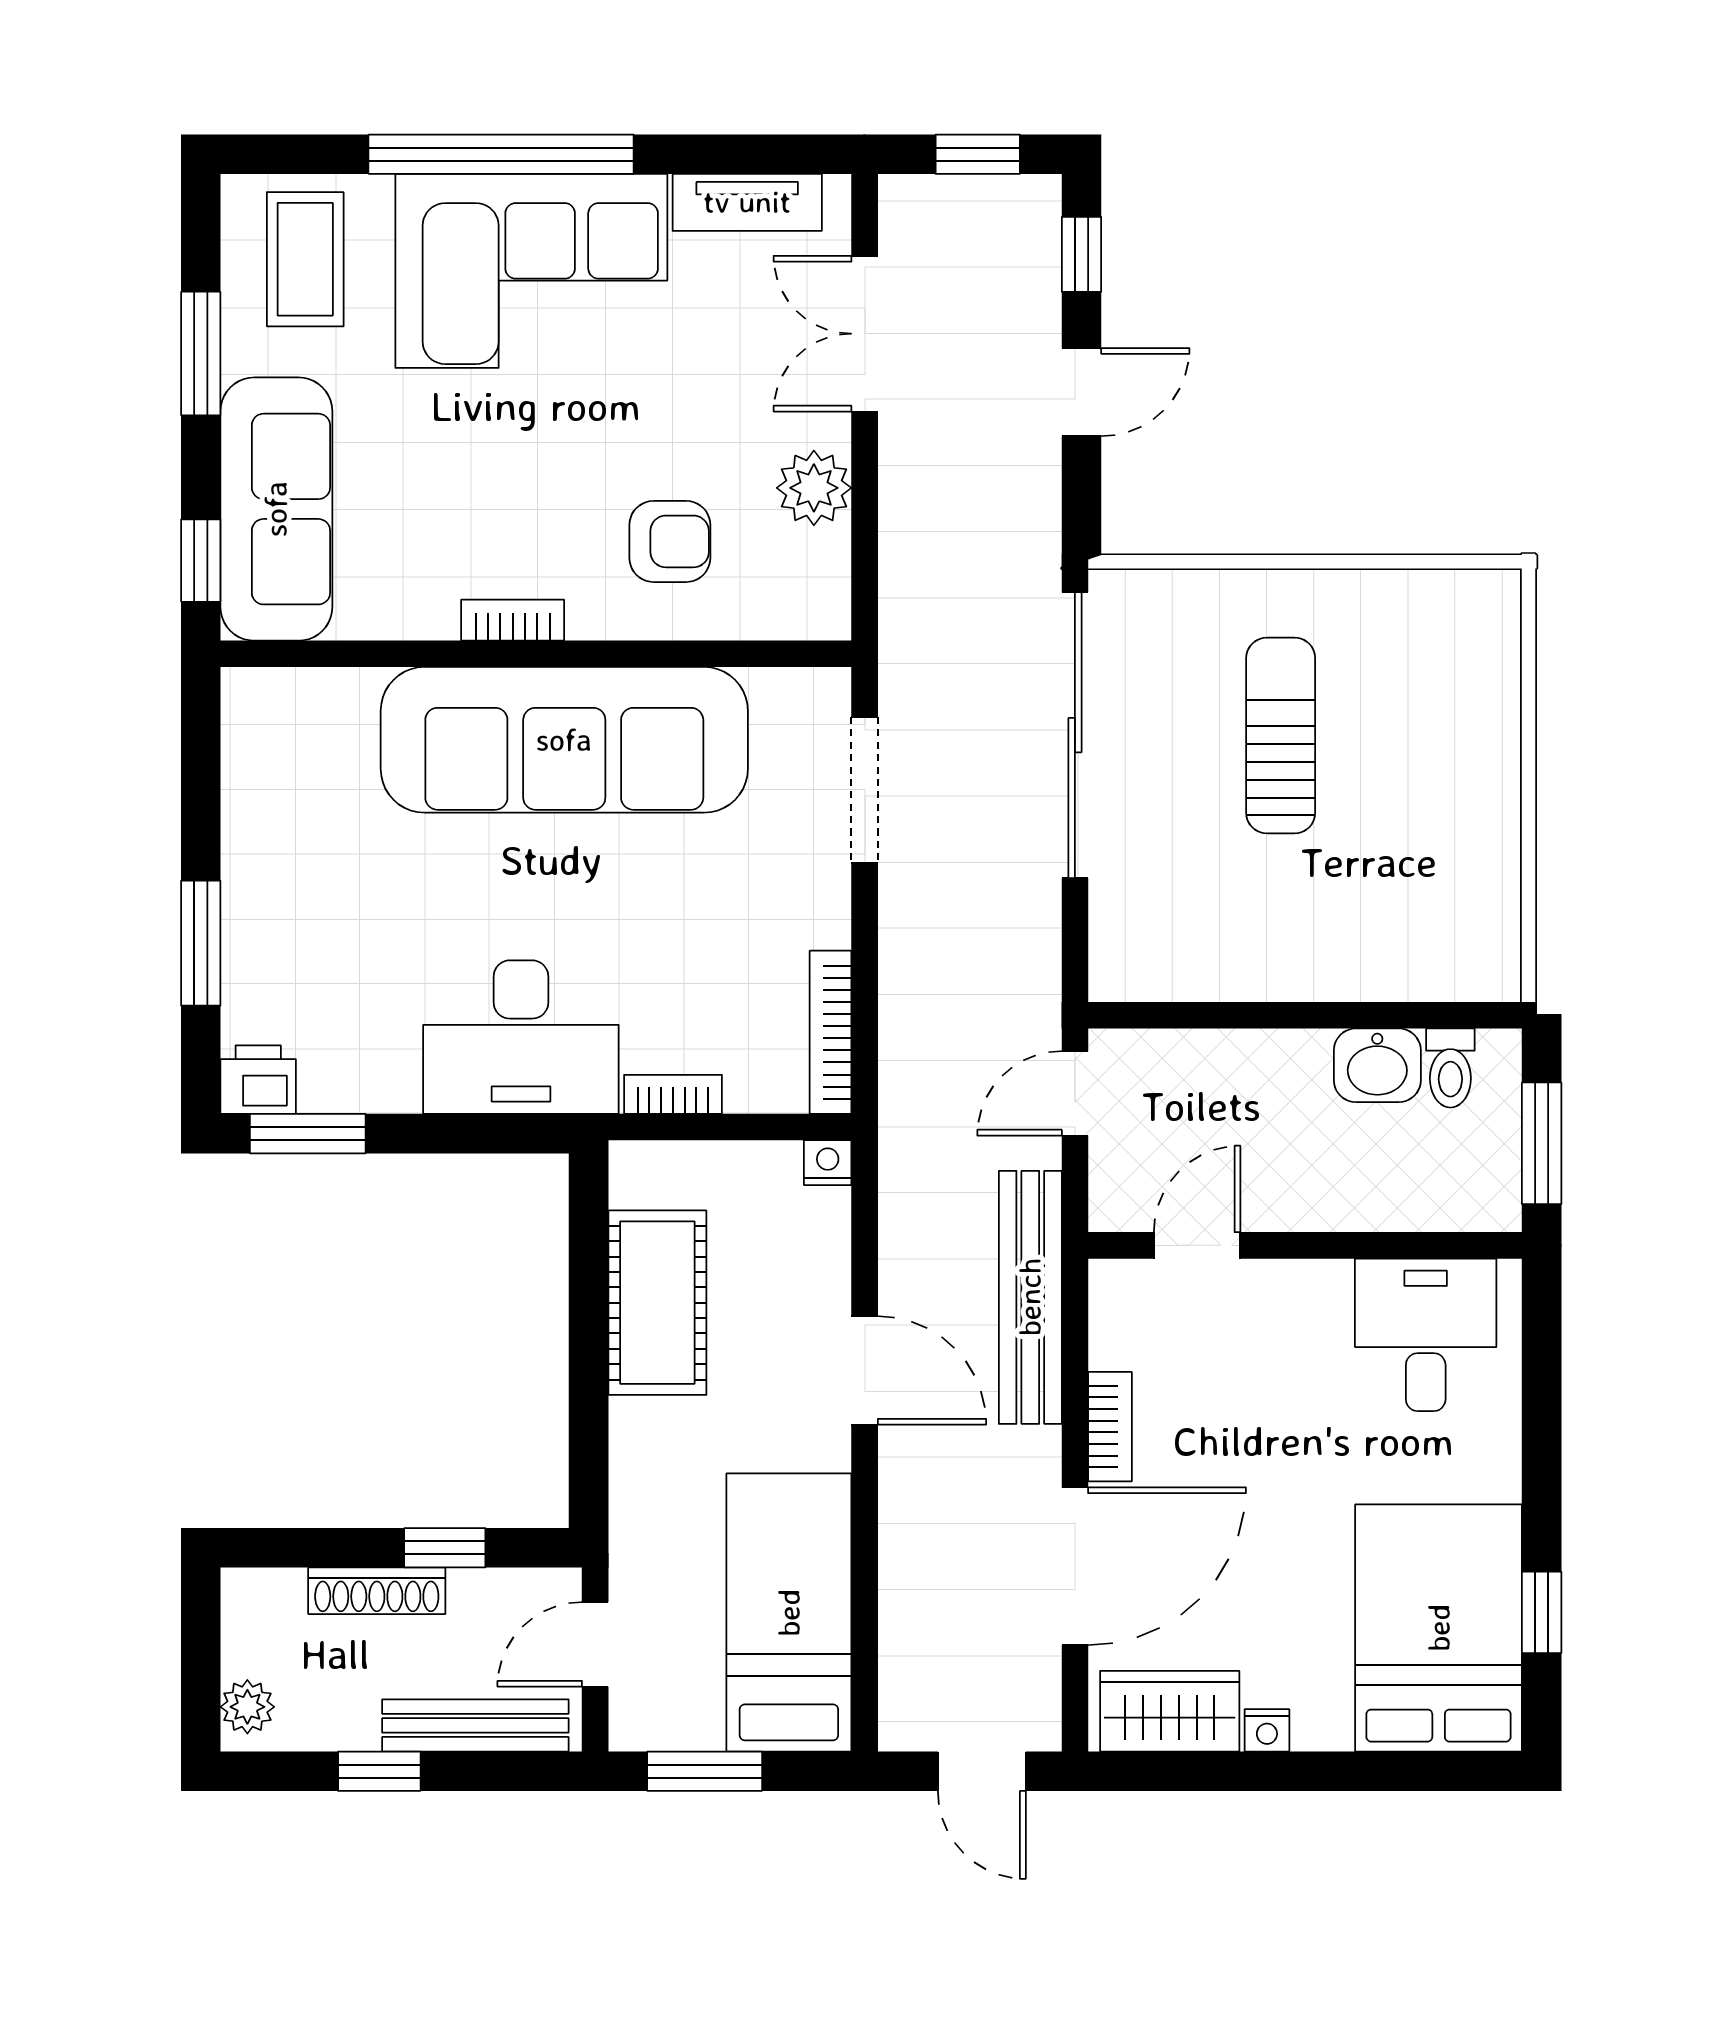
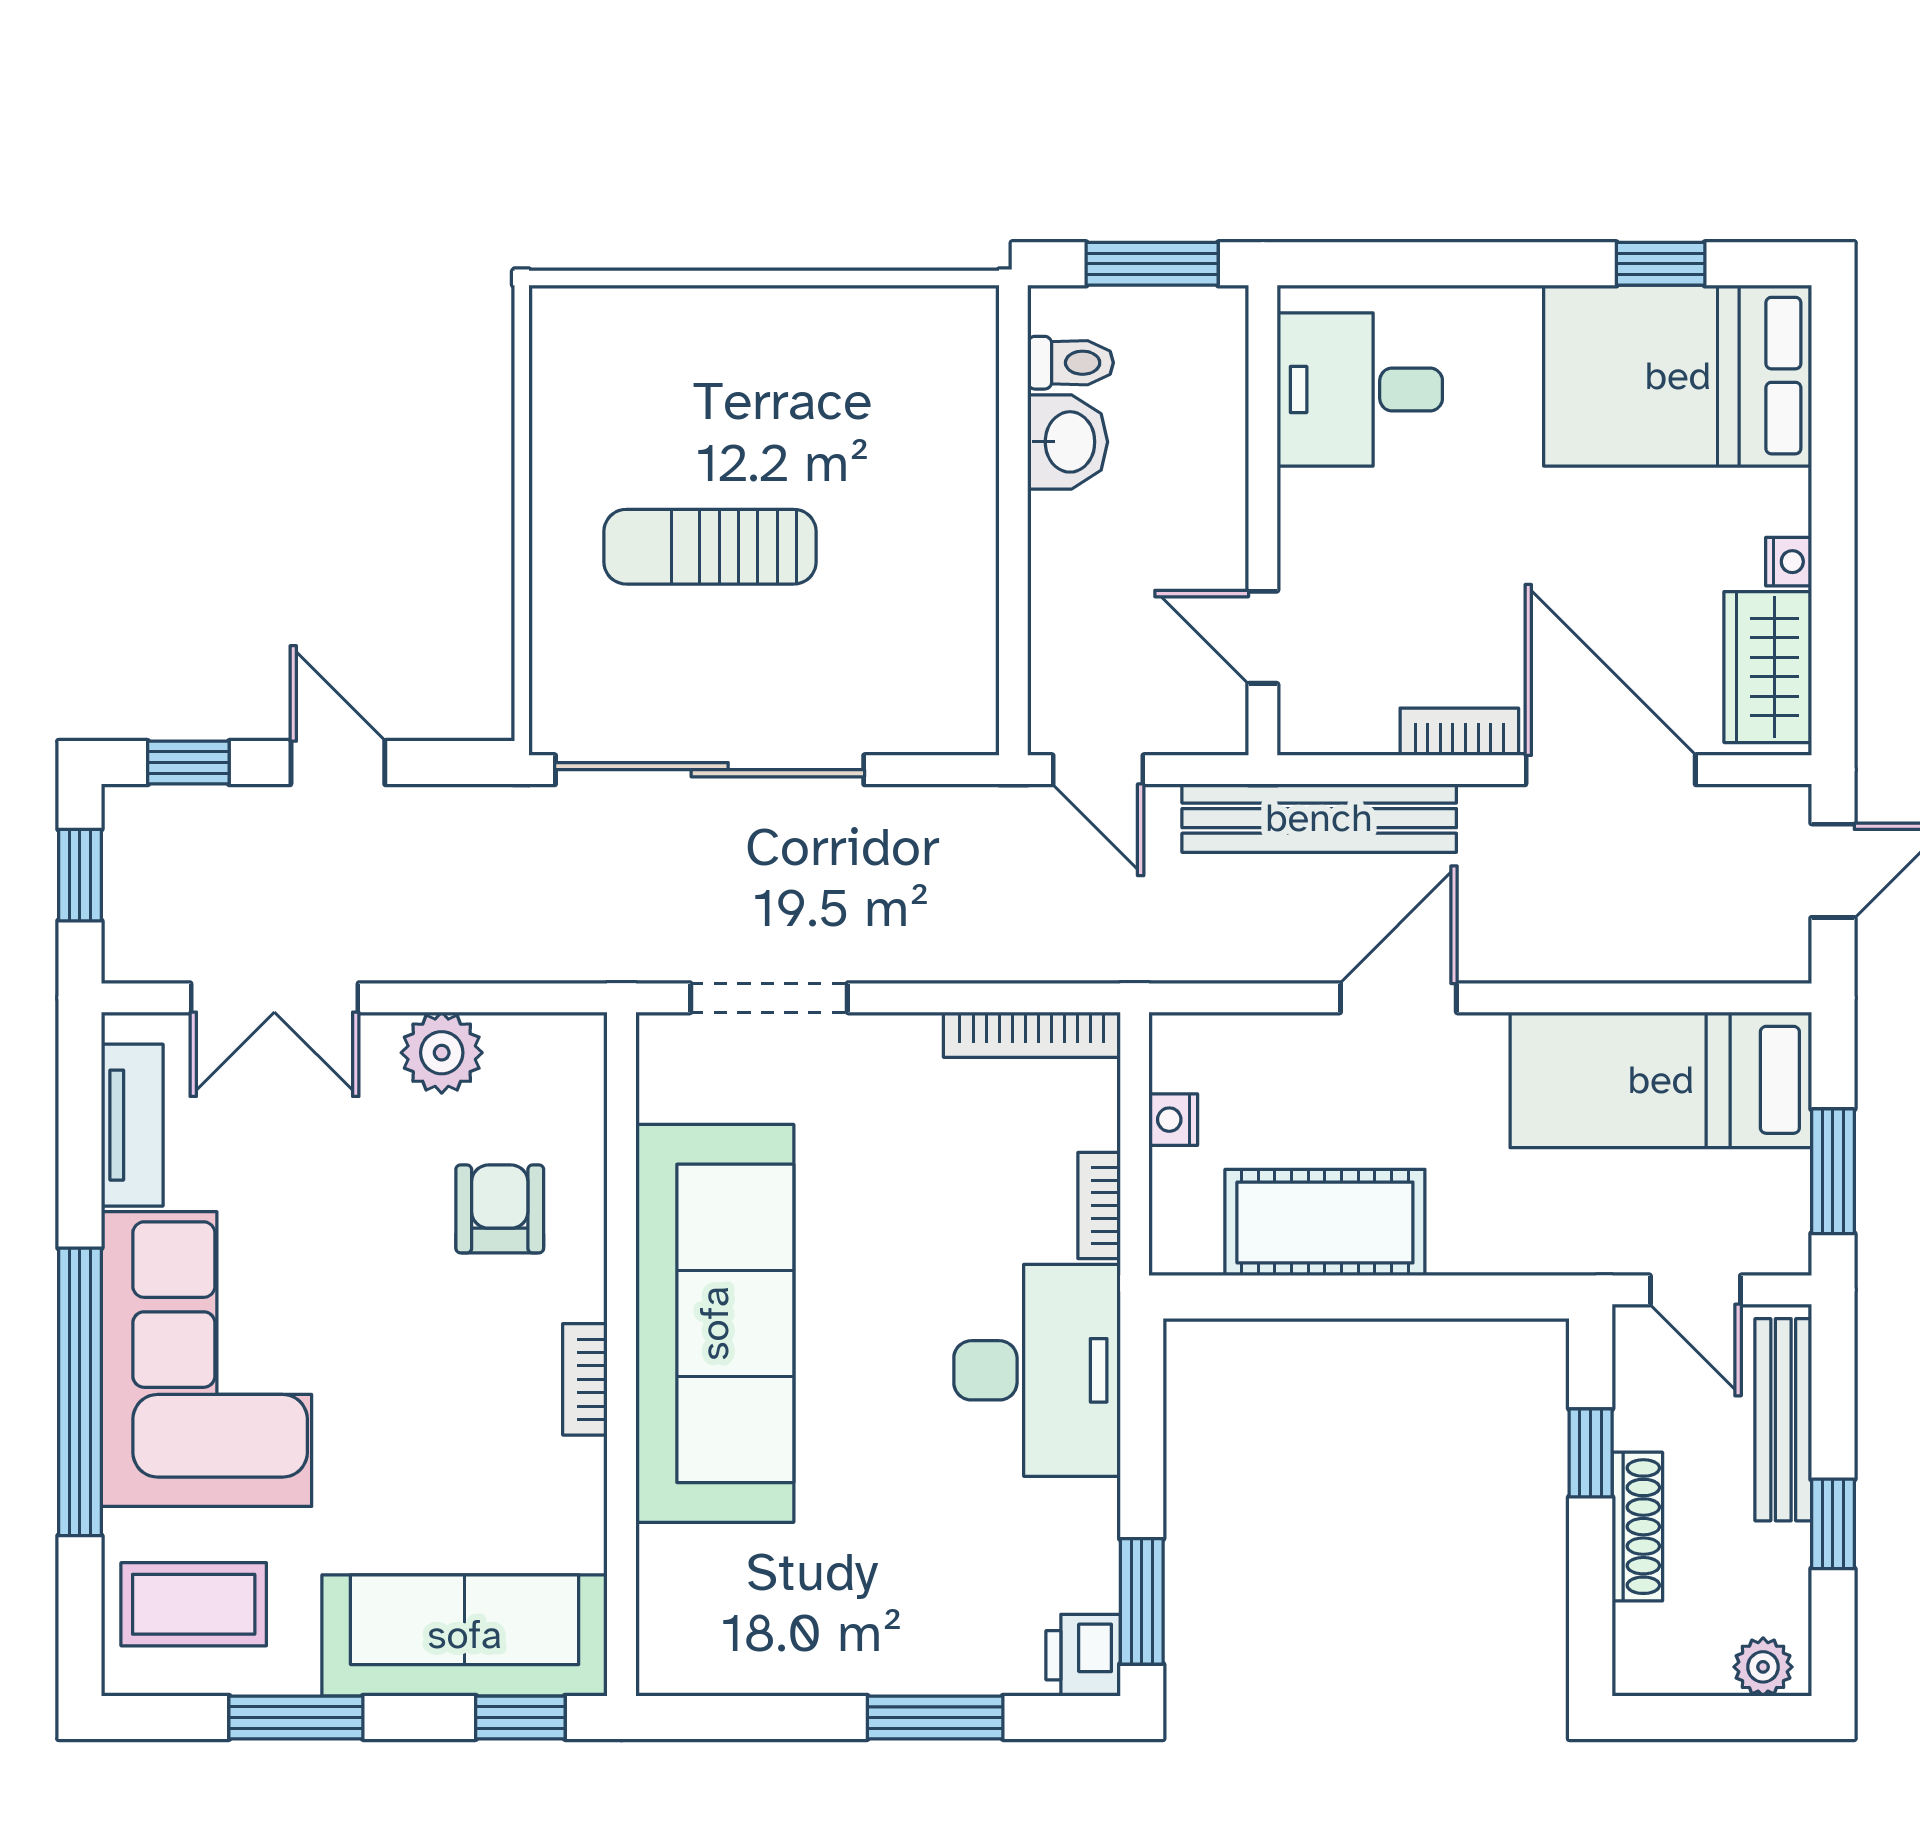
nightstand: (828, 1163) -> (1173, 1120), moved

